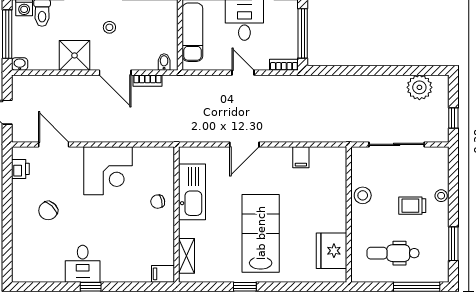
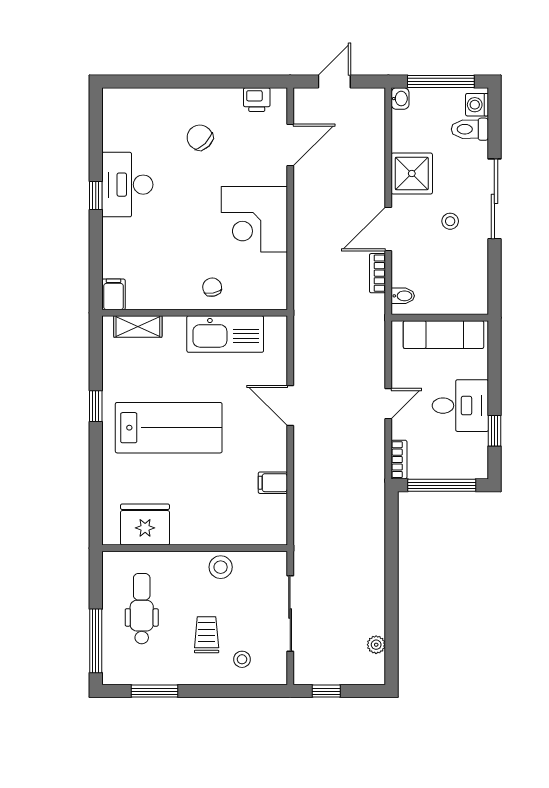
plant: (419, 87) -> (376, 645), width x0.53, depth x0.53
stool: (441, 196) -> (242, 659), moved
desk: (83, 264) -> (127, 185), width x1.37

